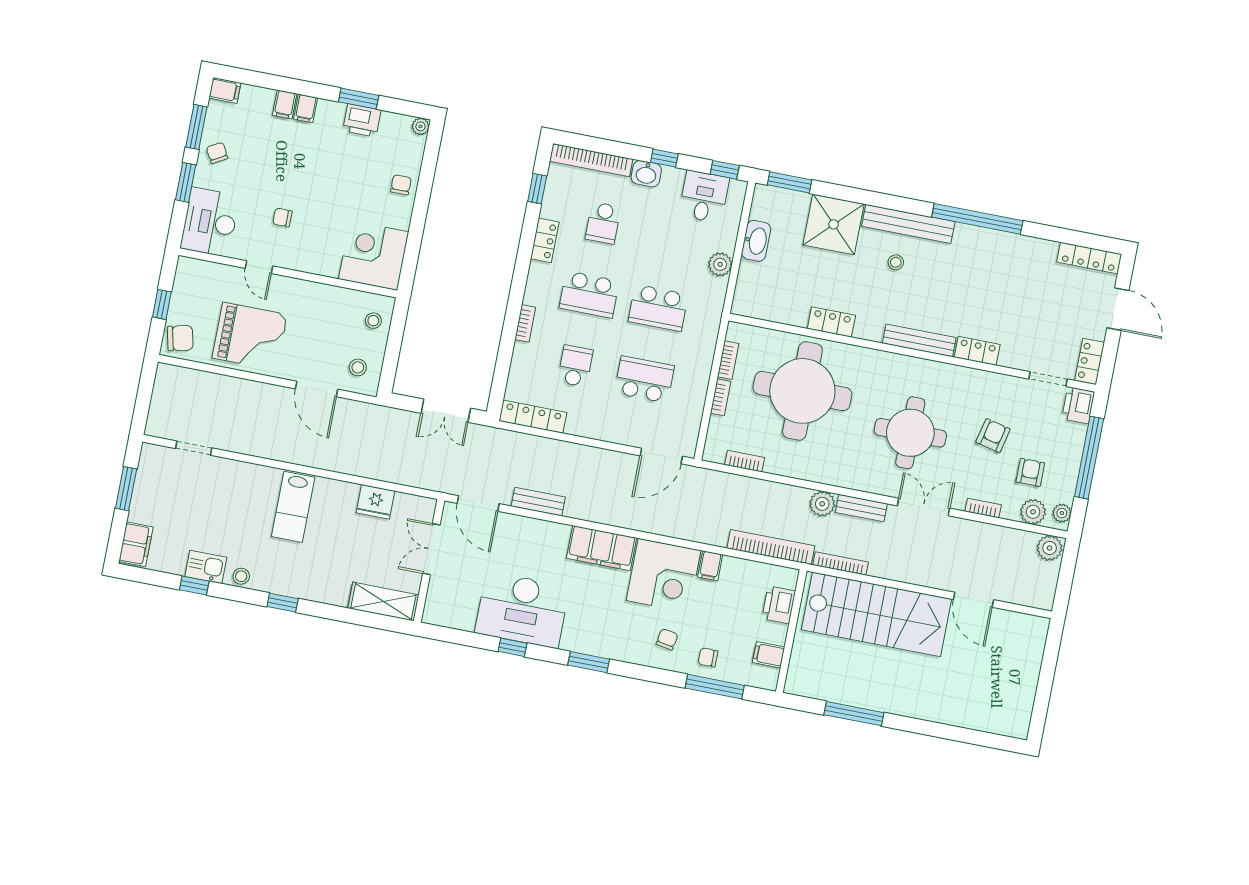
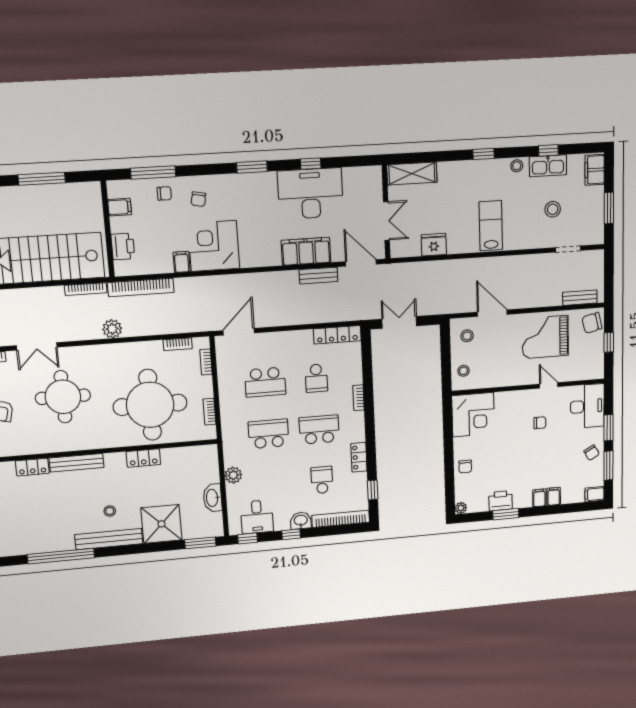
bookcase: (721, 397) -> (206, 362), moved
stool: (204, 507) -> (553, 209), added
bench: (861, 508) -> (580, 298), moved
filing cabinet: (601, 548) -> (306, 251), moved
kitchen sink: (206, 567) -> (548, 166), width x1.38

